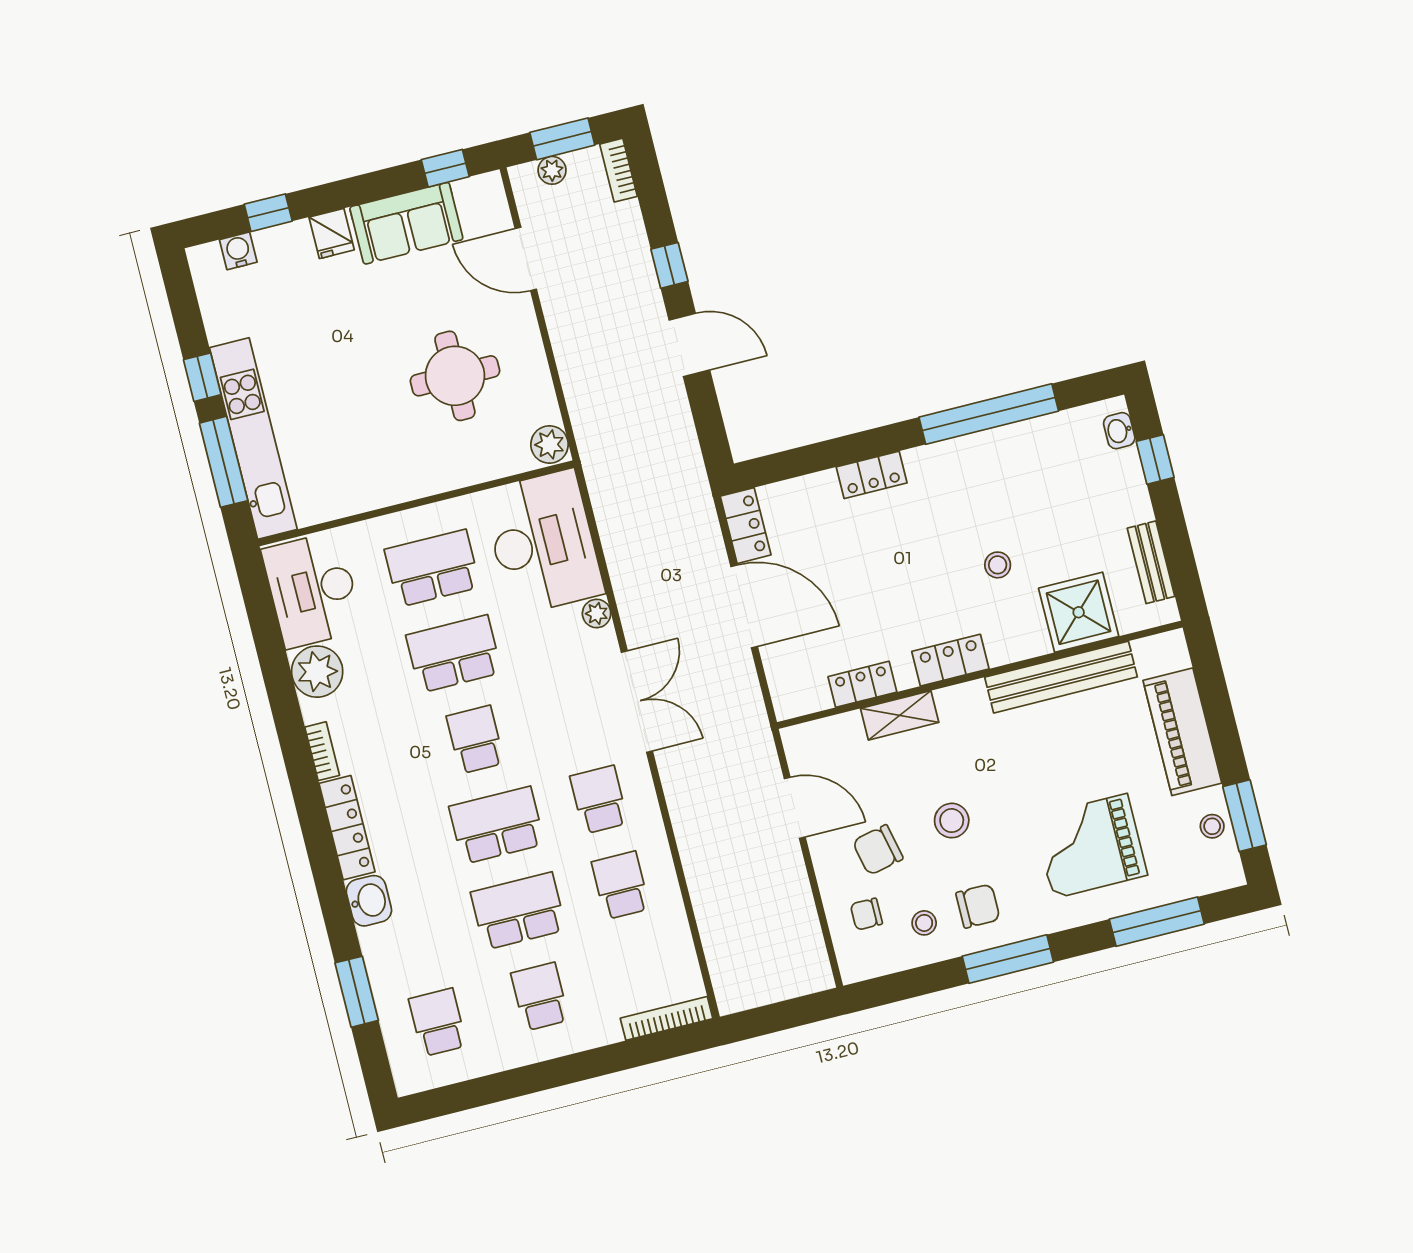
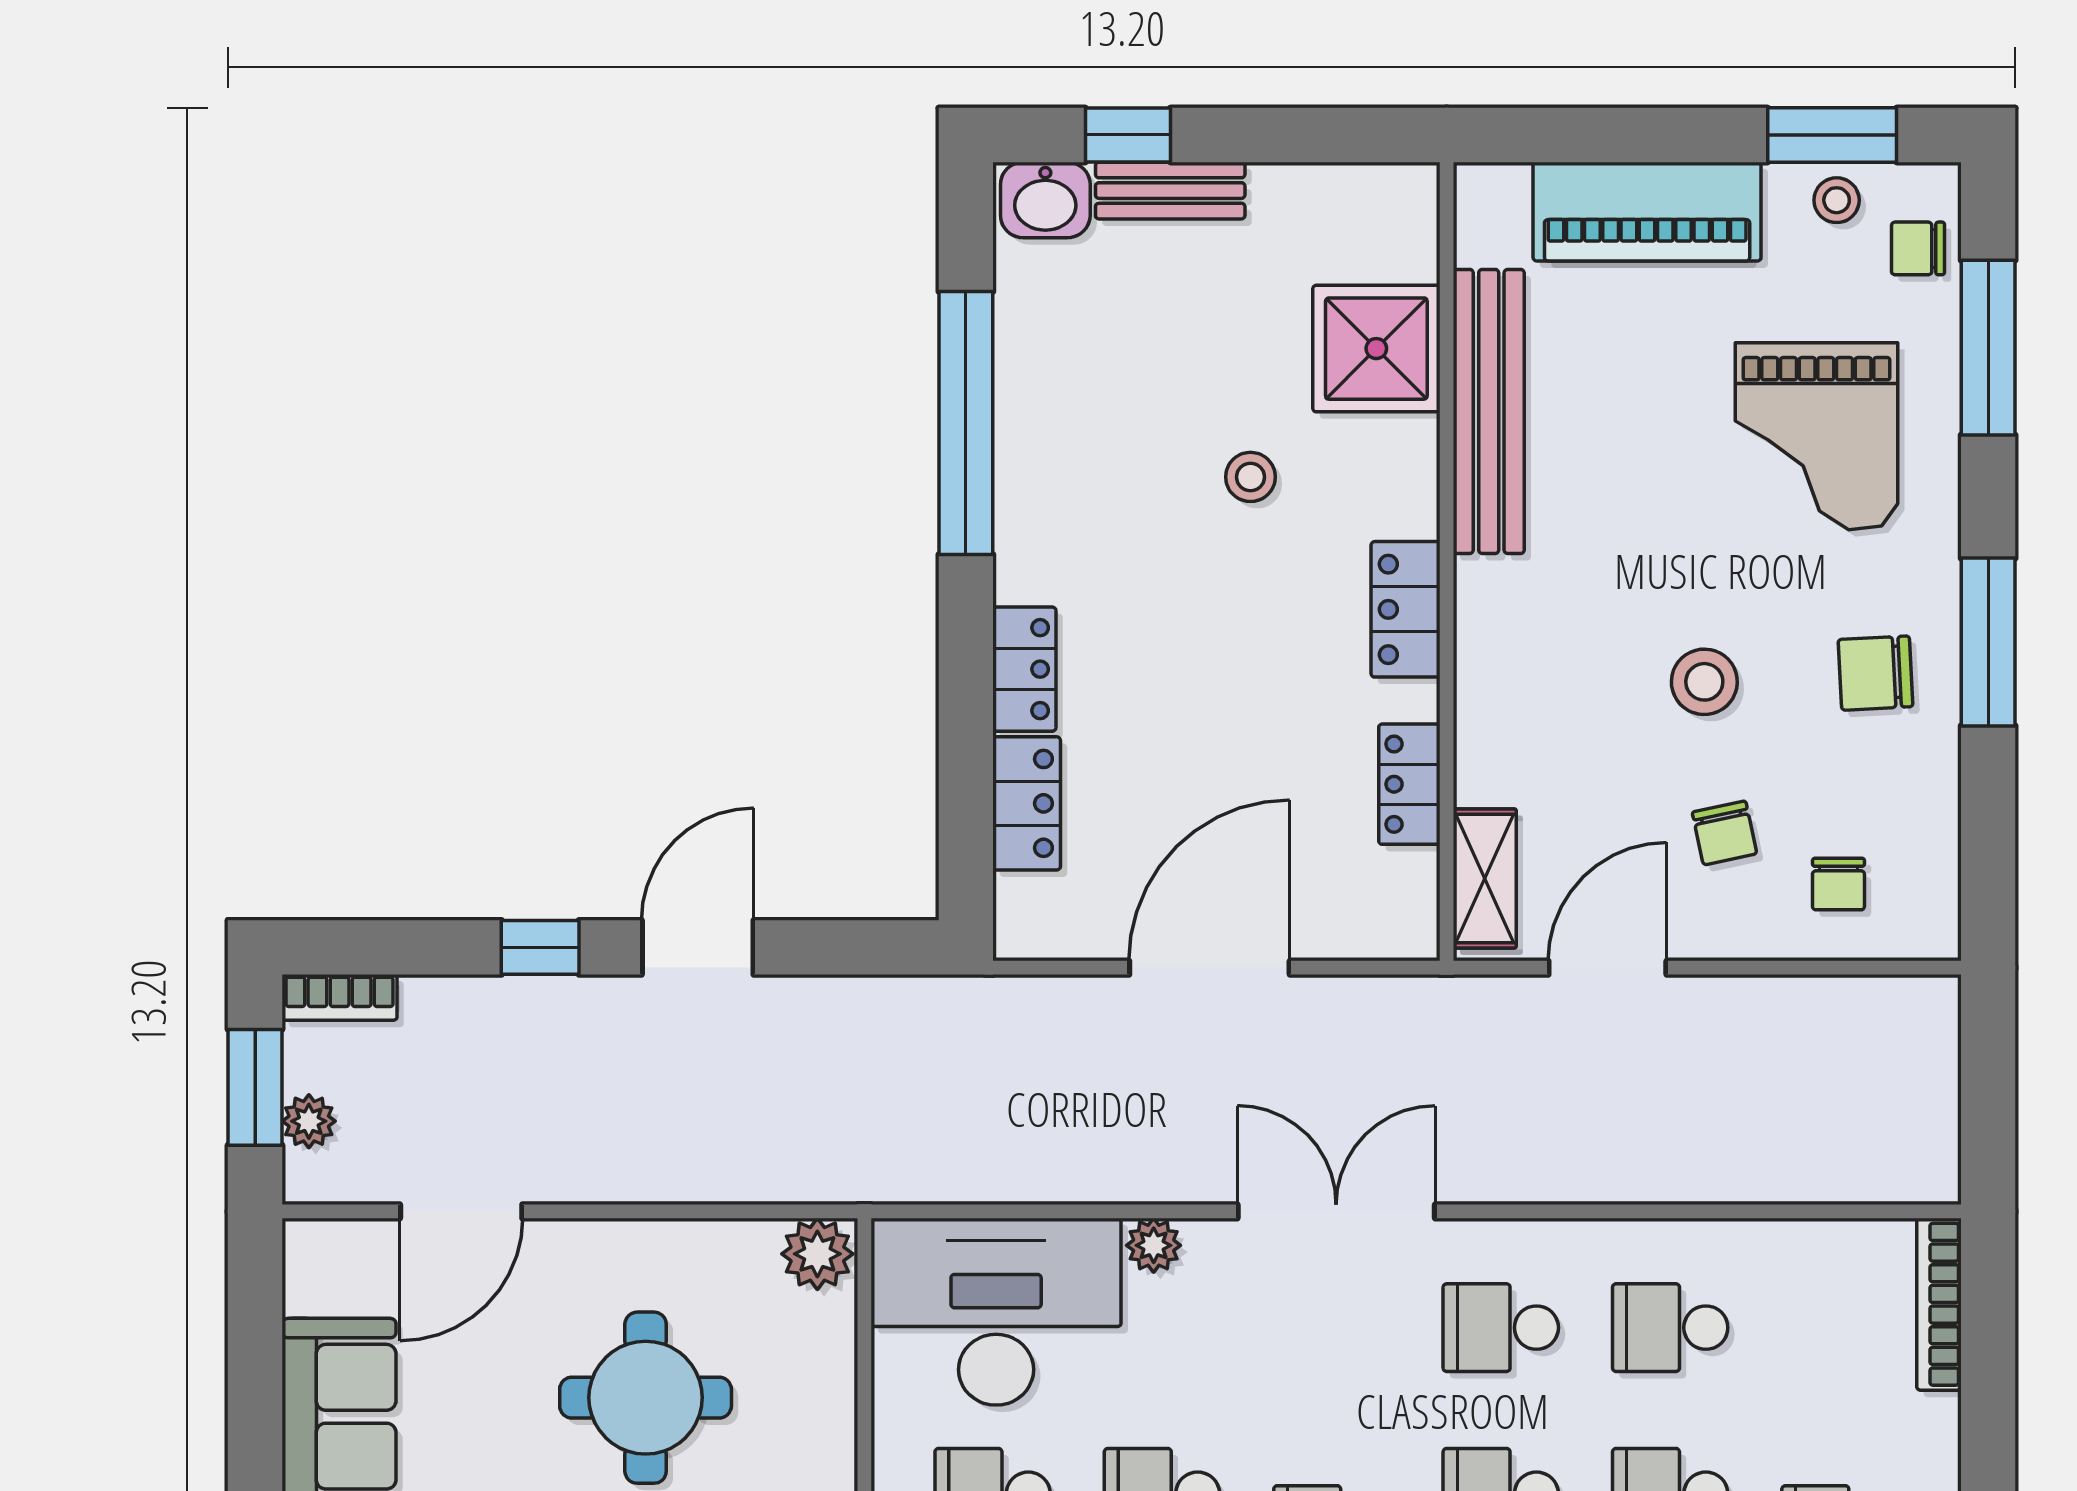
window: (445, 168) -> (255, 1319), removed
washbasin: (1119, 431) -> (1045, 200), width x1.38, depth x1.45
locker: (746, 526) -> (1027, 803), moved, turned 90
bench: (1151, 562) -> (1170, 191), moved
shelving: (900, 715) -> (1485, 878), moved
chair: (878, 850) -> (1725, 833), width x0.73, depth x0.73
chair: (1198, 874) -> (1918, 248), added
chair: (978, 906) -> (1876, 673), turned -93
stool: (924, 923) -> (1882, 781), removed

